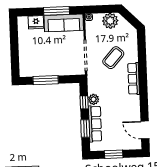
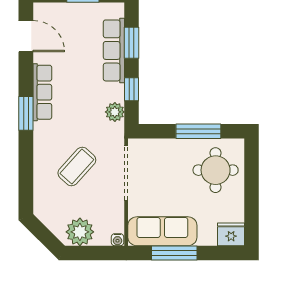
fridge: (36, 22) -> (231, 234), moved
round table: (35, 59) -> (216, 170), added
row of seats: (134, 79) -> (42, 92), moved
window: (143, 86) -> (26, 113), added
plant: (94, 99) -> (115, 112), moved

